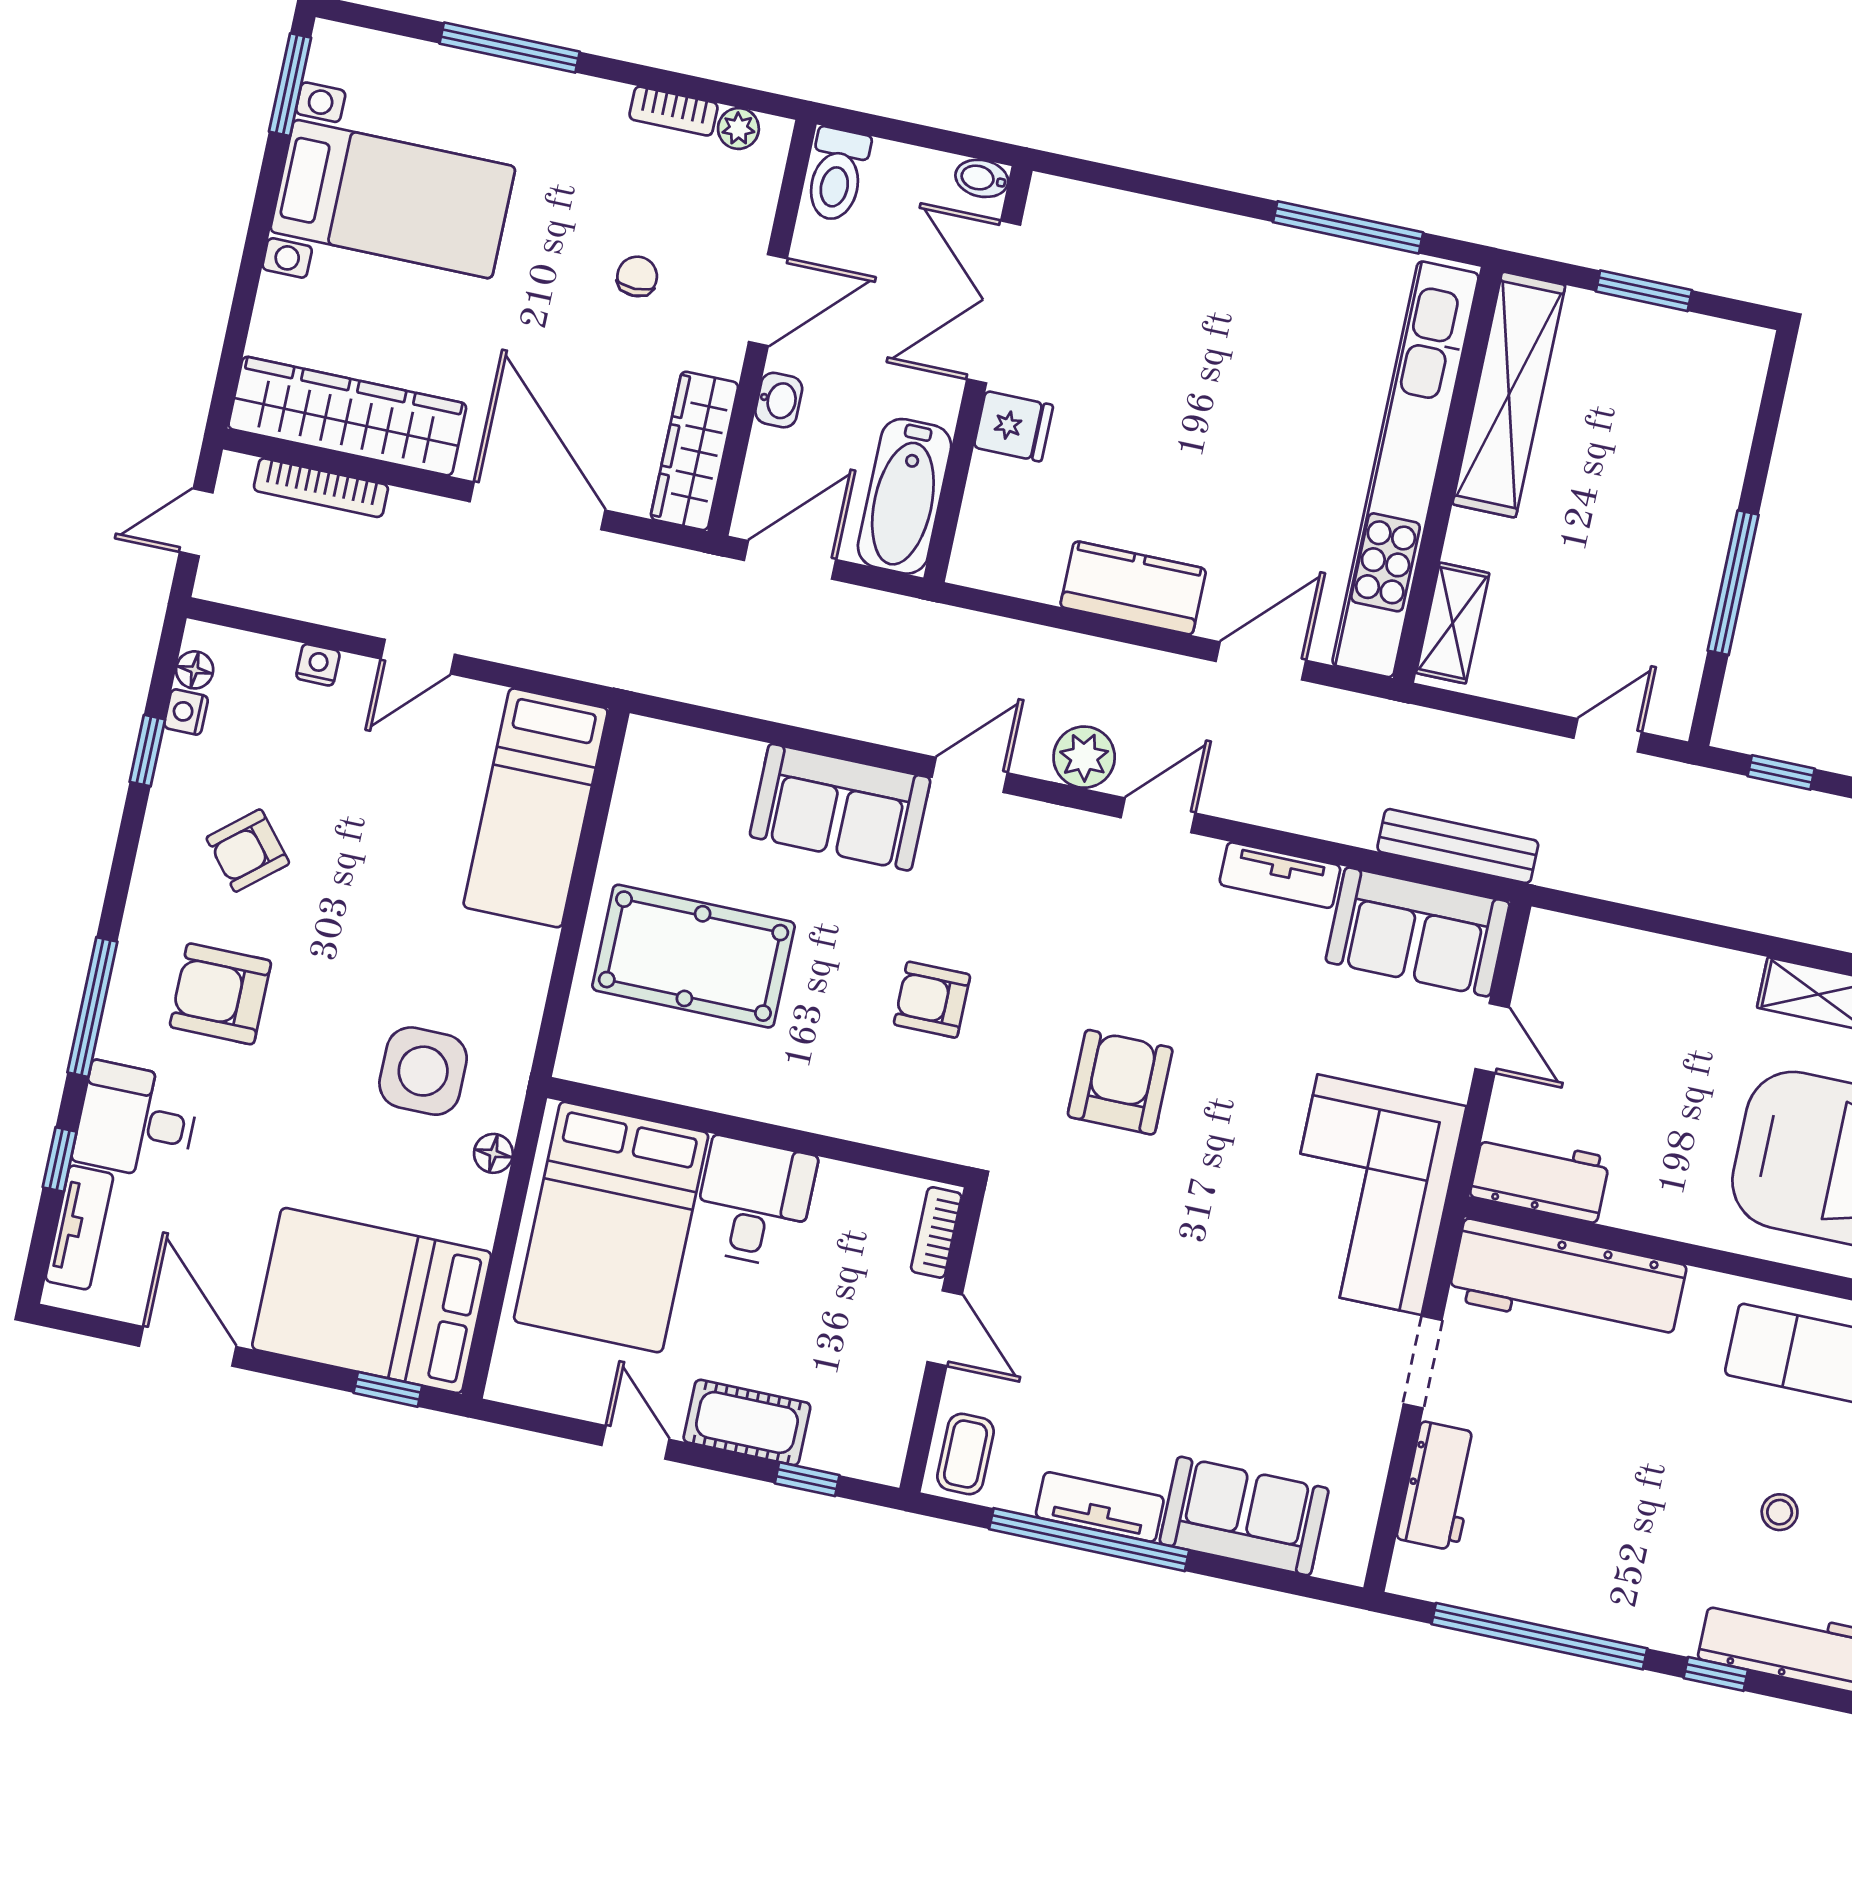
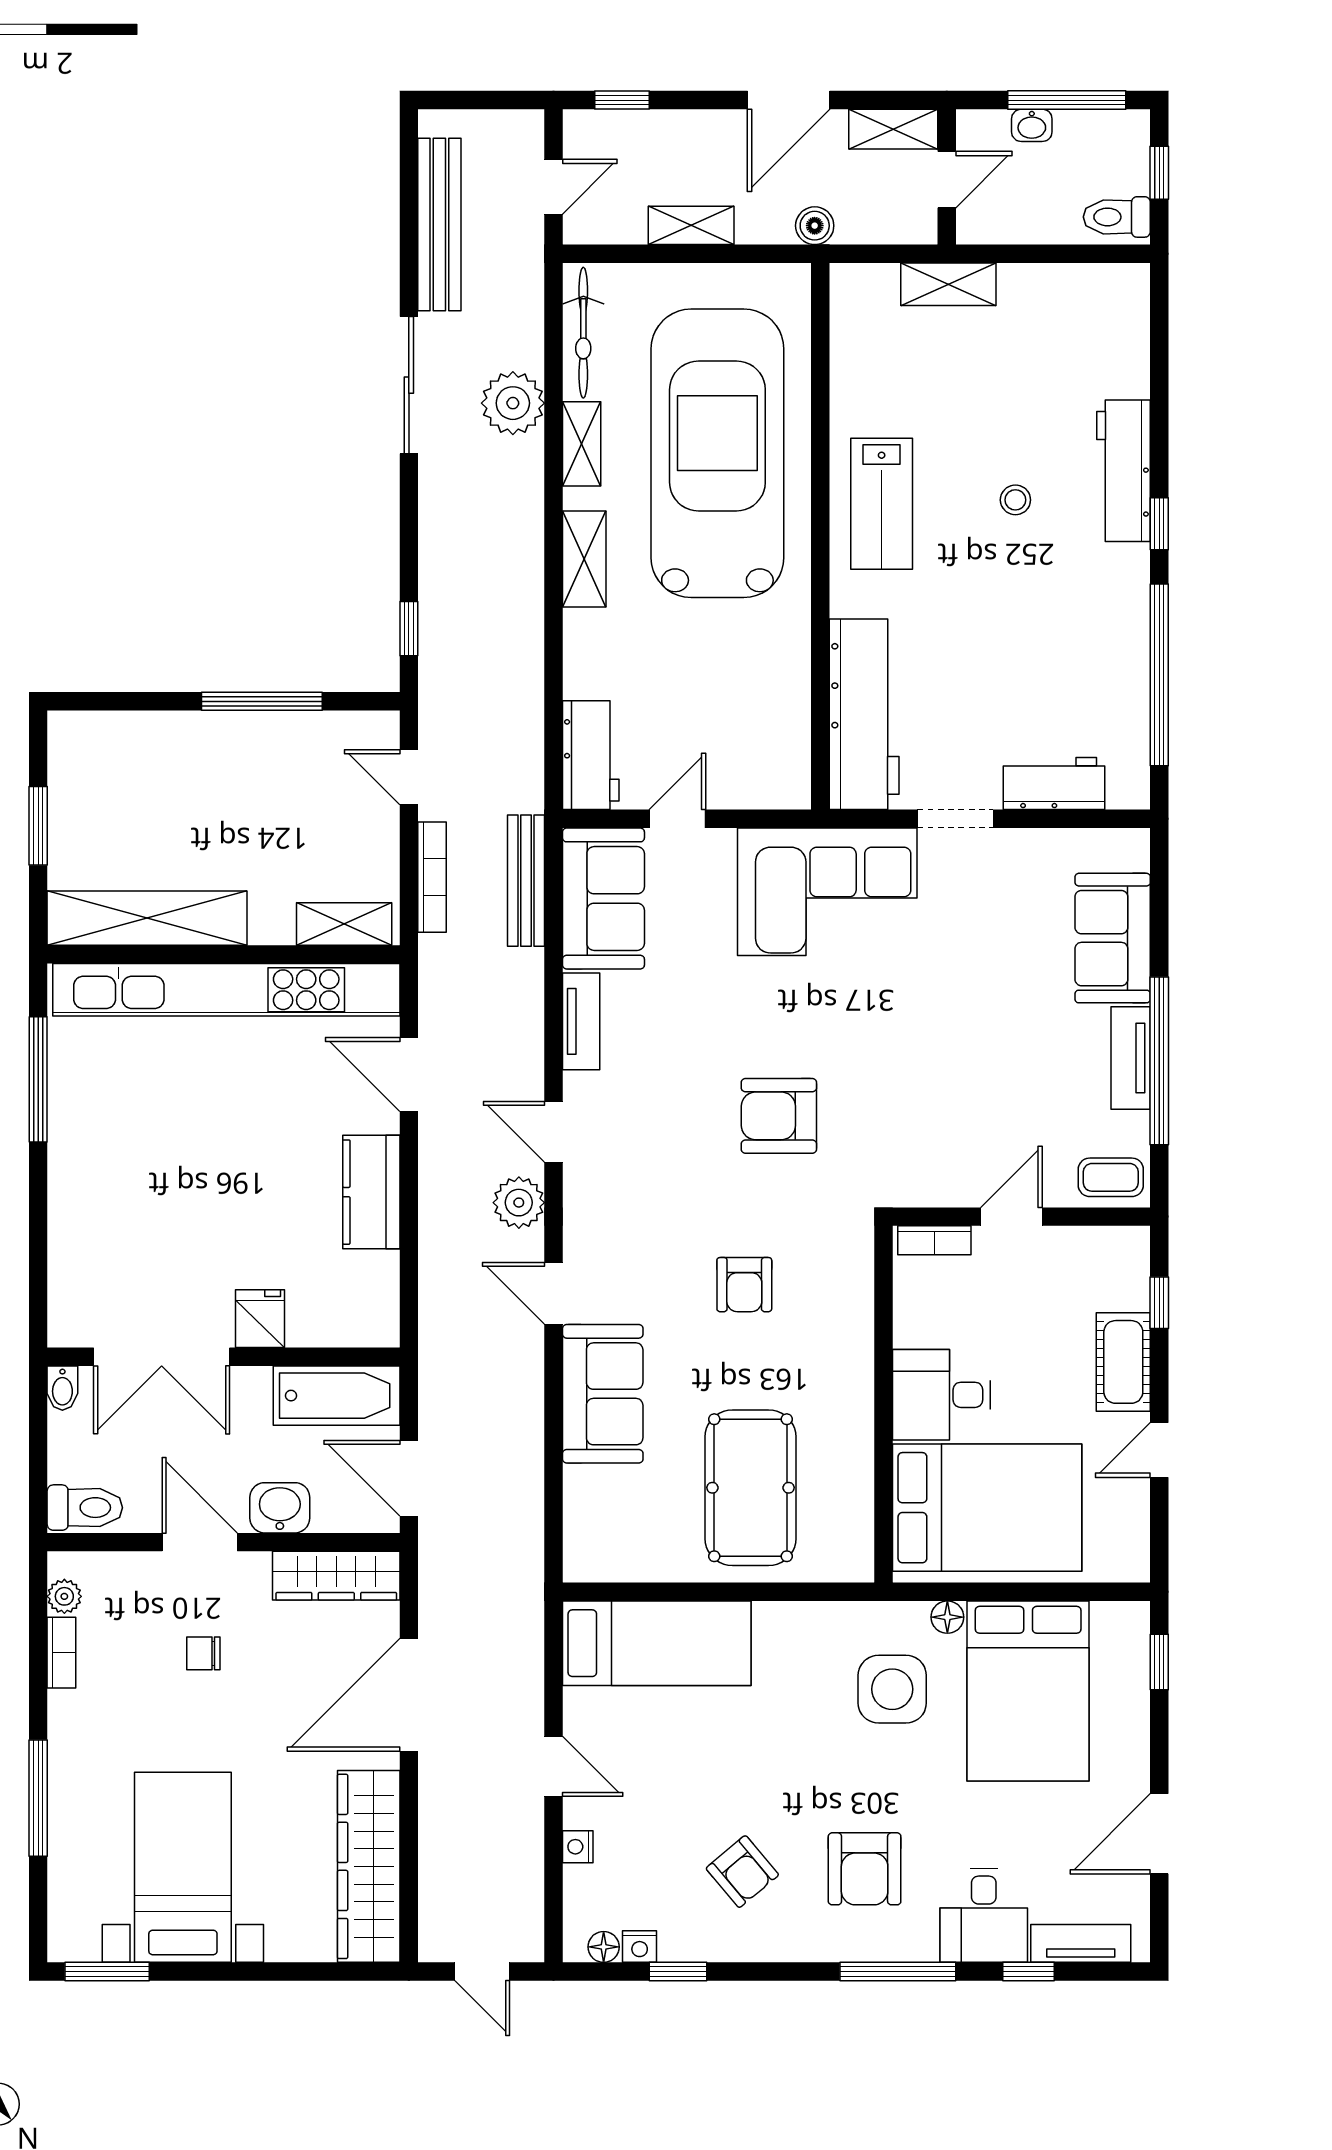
washbasin: (779, 400) -> (280, 1508), width x1.38, depth x1.45
bookcase: (321, 488) -> (432, 877), moved
workbench: (1540, 1177) -> (591, 755), moved, turned 180
bed: (372, 1301) -> (1028, 1691), moved

